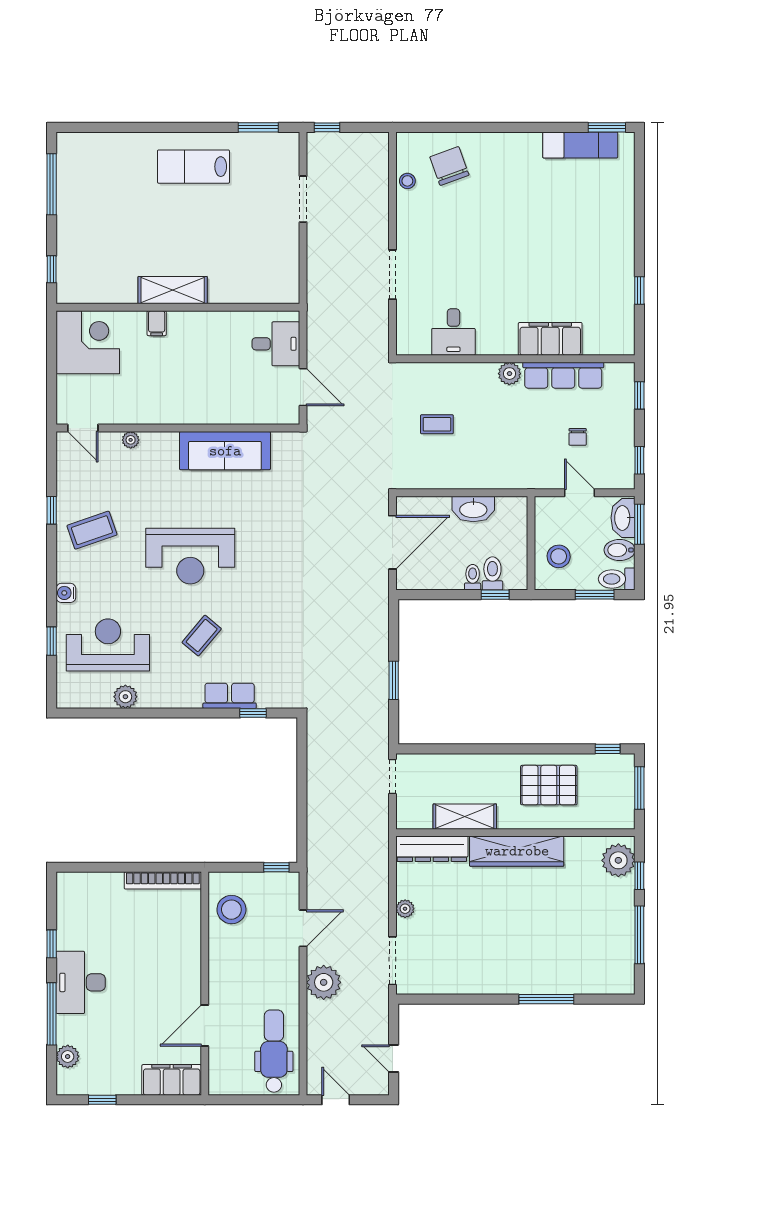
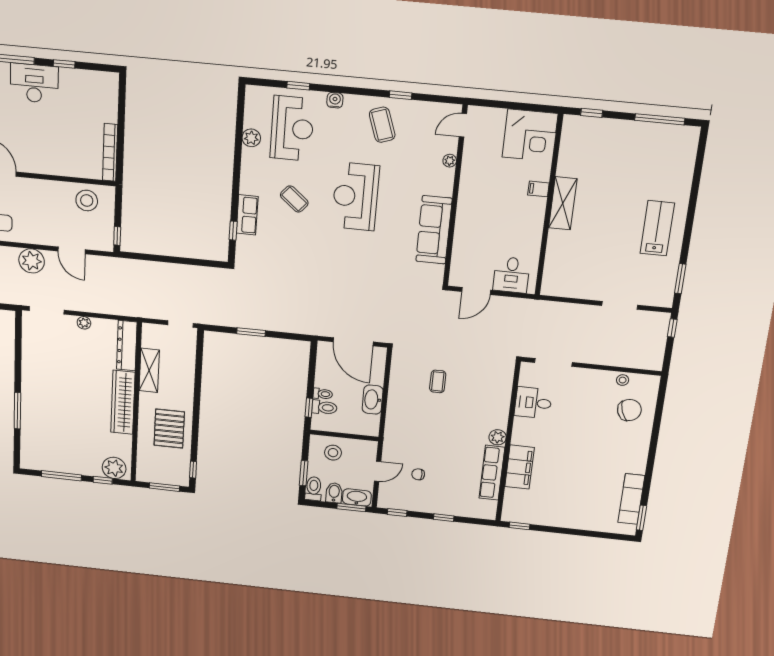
desk: (453, 332) -> (533, 403), moved
filing cabinet: (550, 339) -> (520, 467), moved
wall: (515, 359) -> (508, 442), moved
plant: (509, 374) -> (498, 437), moved
row of seats: (563, 375) -> (492, 473), moved

